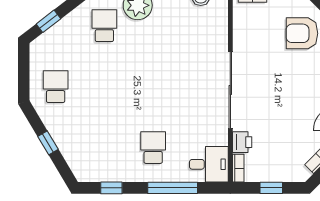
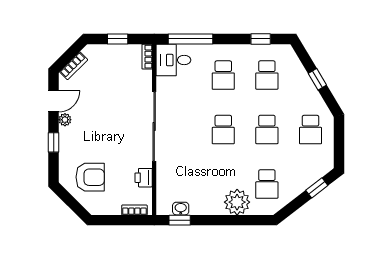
school desk: (104, 87) -> (267, 130), added
school desk: (153, 87) -> (223, 130), added
printer: (242, 142) -> (144, 178), moved
school desk: (104, 148) -> (267, 75), added
window: (173, 188) -> (190, 39), moved

